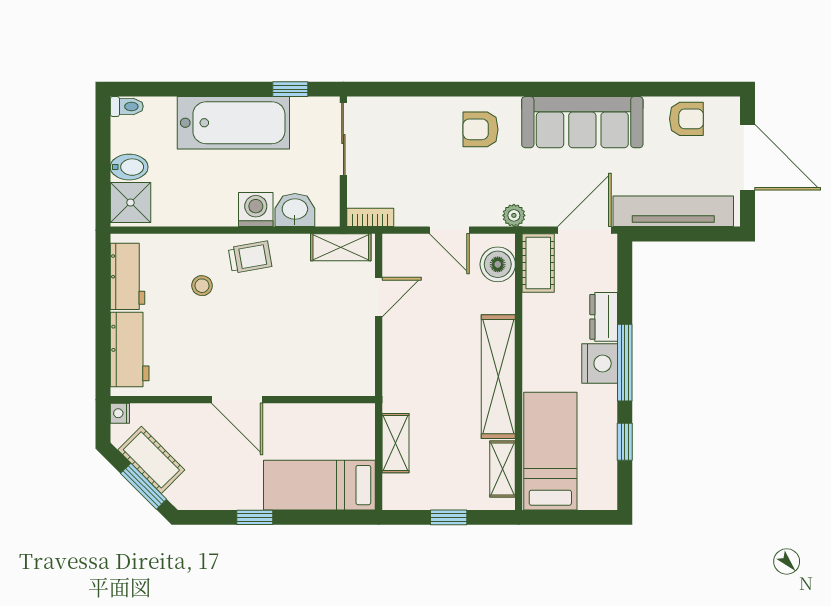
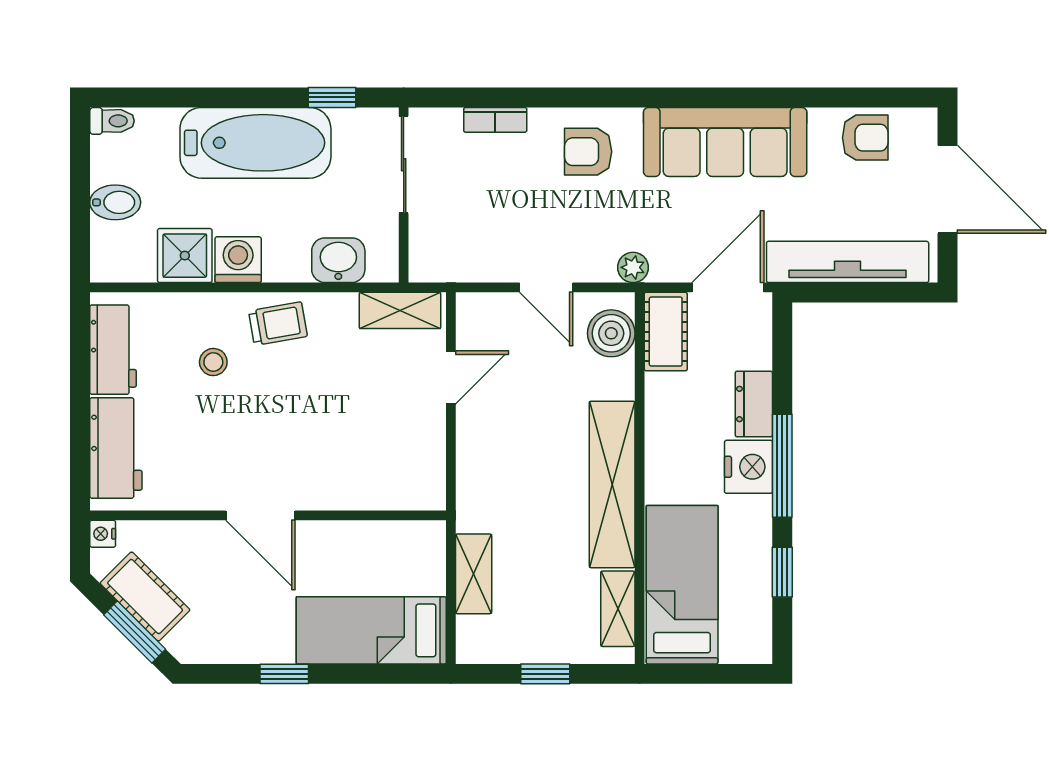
shower: (130, 203) -> (185, 256), moved
washing machine: (256, 210) -> (238, 260), moved
bookcase: (370, 217) -> (495, 120), moved, turned 180

